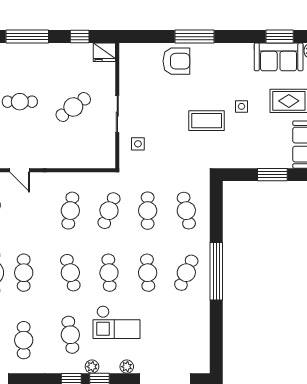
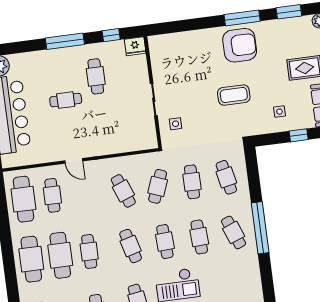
window: (195, 37) -> (242, 18), moved
sofa: (279, 57) -> (290, 30), removed
armchair: (176, 61) -> (240, 45), moved, width x1.36, depth x1.36
side table: (241, 106) -> (279, 112), moved
cafe table: (73, 107) -> (96, 76), moved, turned -53
window: (272, 175) -> (299, 135), width x0.67
cafe table: (70, 211) -> (123, 191), turned -30
cafe table: (186, 273) -> (234, 232), turned -45

